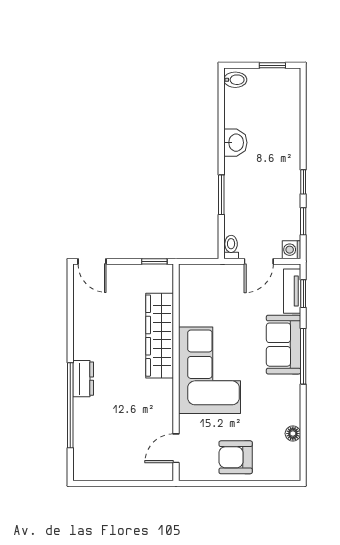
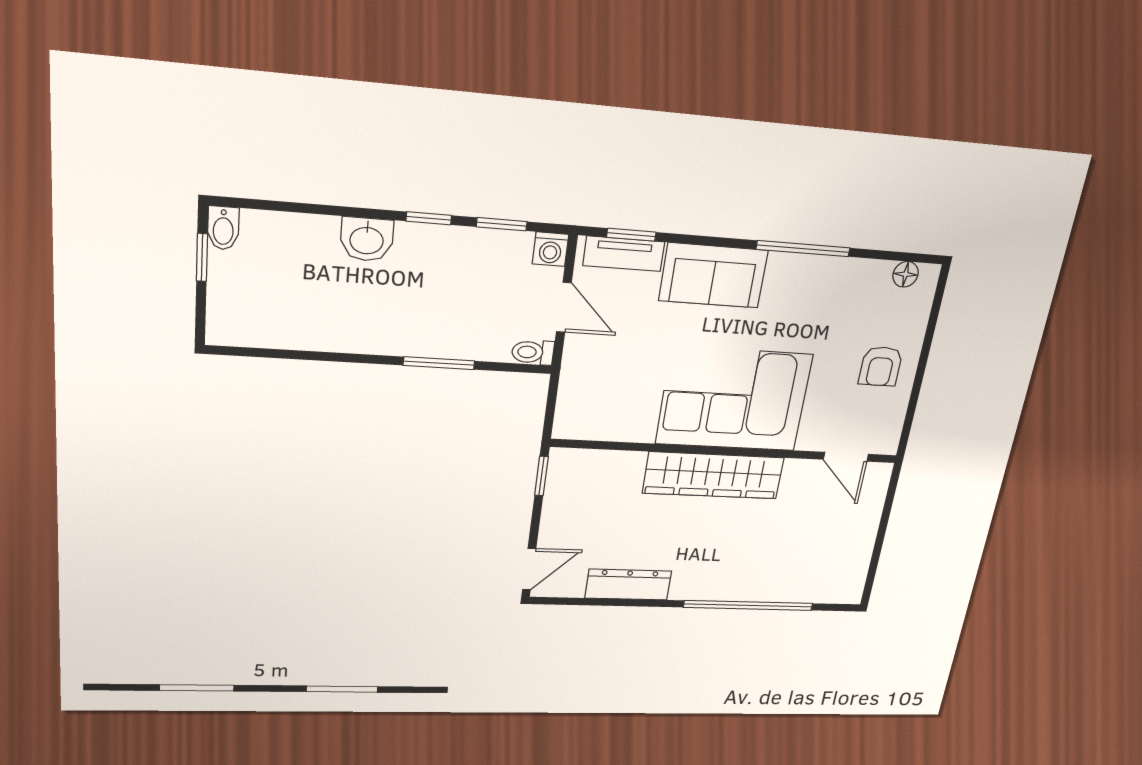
bidet: (235, 80) -> (223, 228), moved, turned 180
washbasin: (235, 143) -> (367, 239), moved, turned 180
wardrobe: (160, 336) -> (713, 475), moved
window: (303, 356) -> (803, 249), moved
dresser: (83, 379) -> (628, 585), moved, width x1.44
floor lamp: (293, 434) -> (906, 274), moved
armchair: (236, 457) -> (881, 366), width x0.72, depth x0.72

